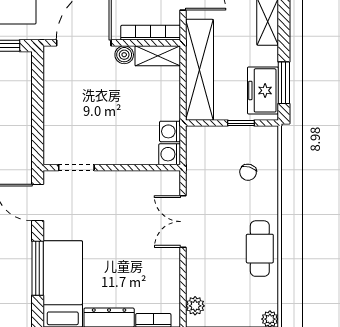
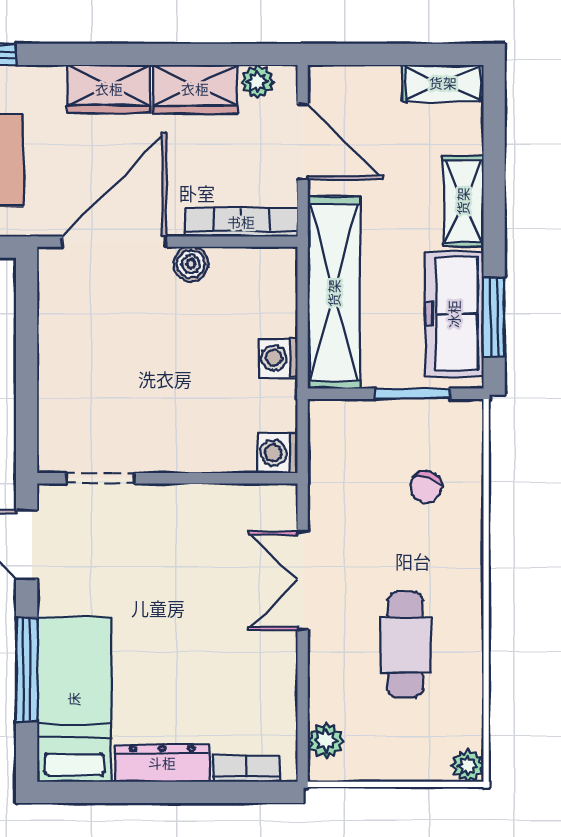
shelving: (158, 56) -> (255, 266), removed
freezer: (263, 90) -> (454, 314), width x1.40
window: (241, 123) -> (413, 394), width x1.50
washing machine: (170, 131) -> (278, 358), moved
cafe table: (260, 249) -> (405, 645), moved

